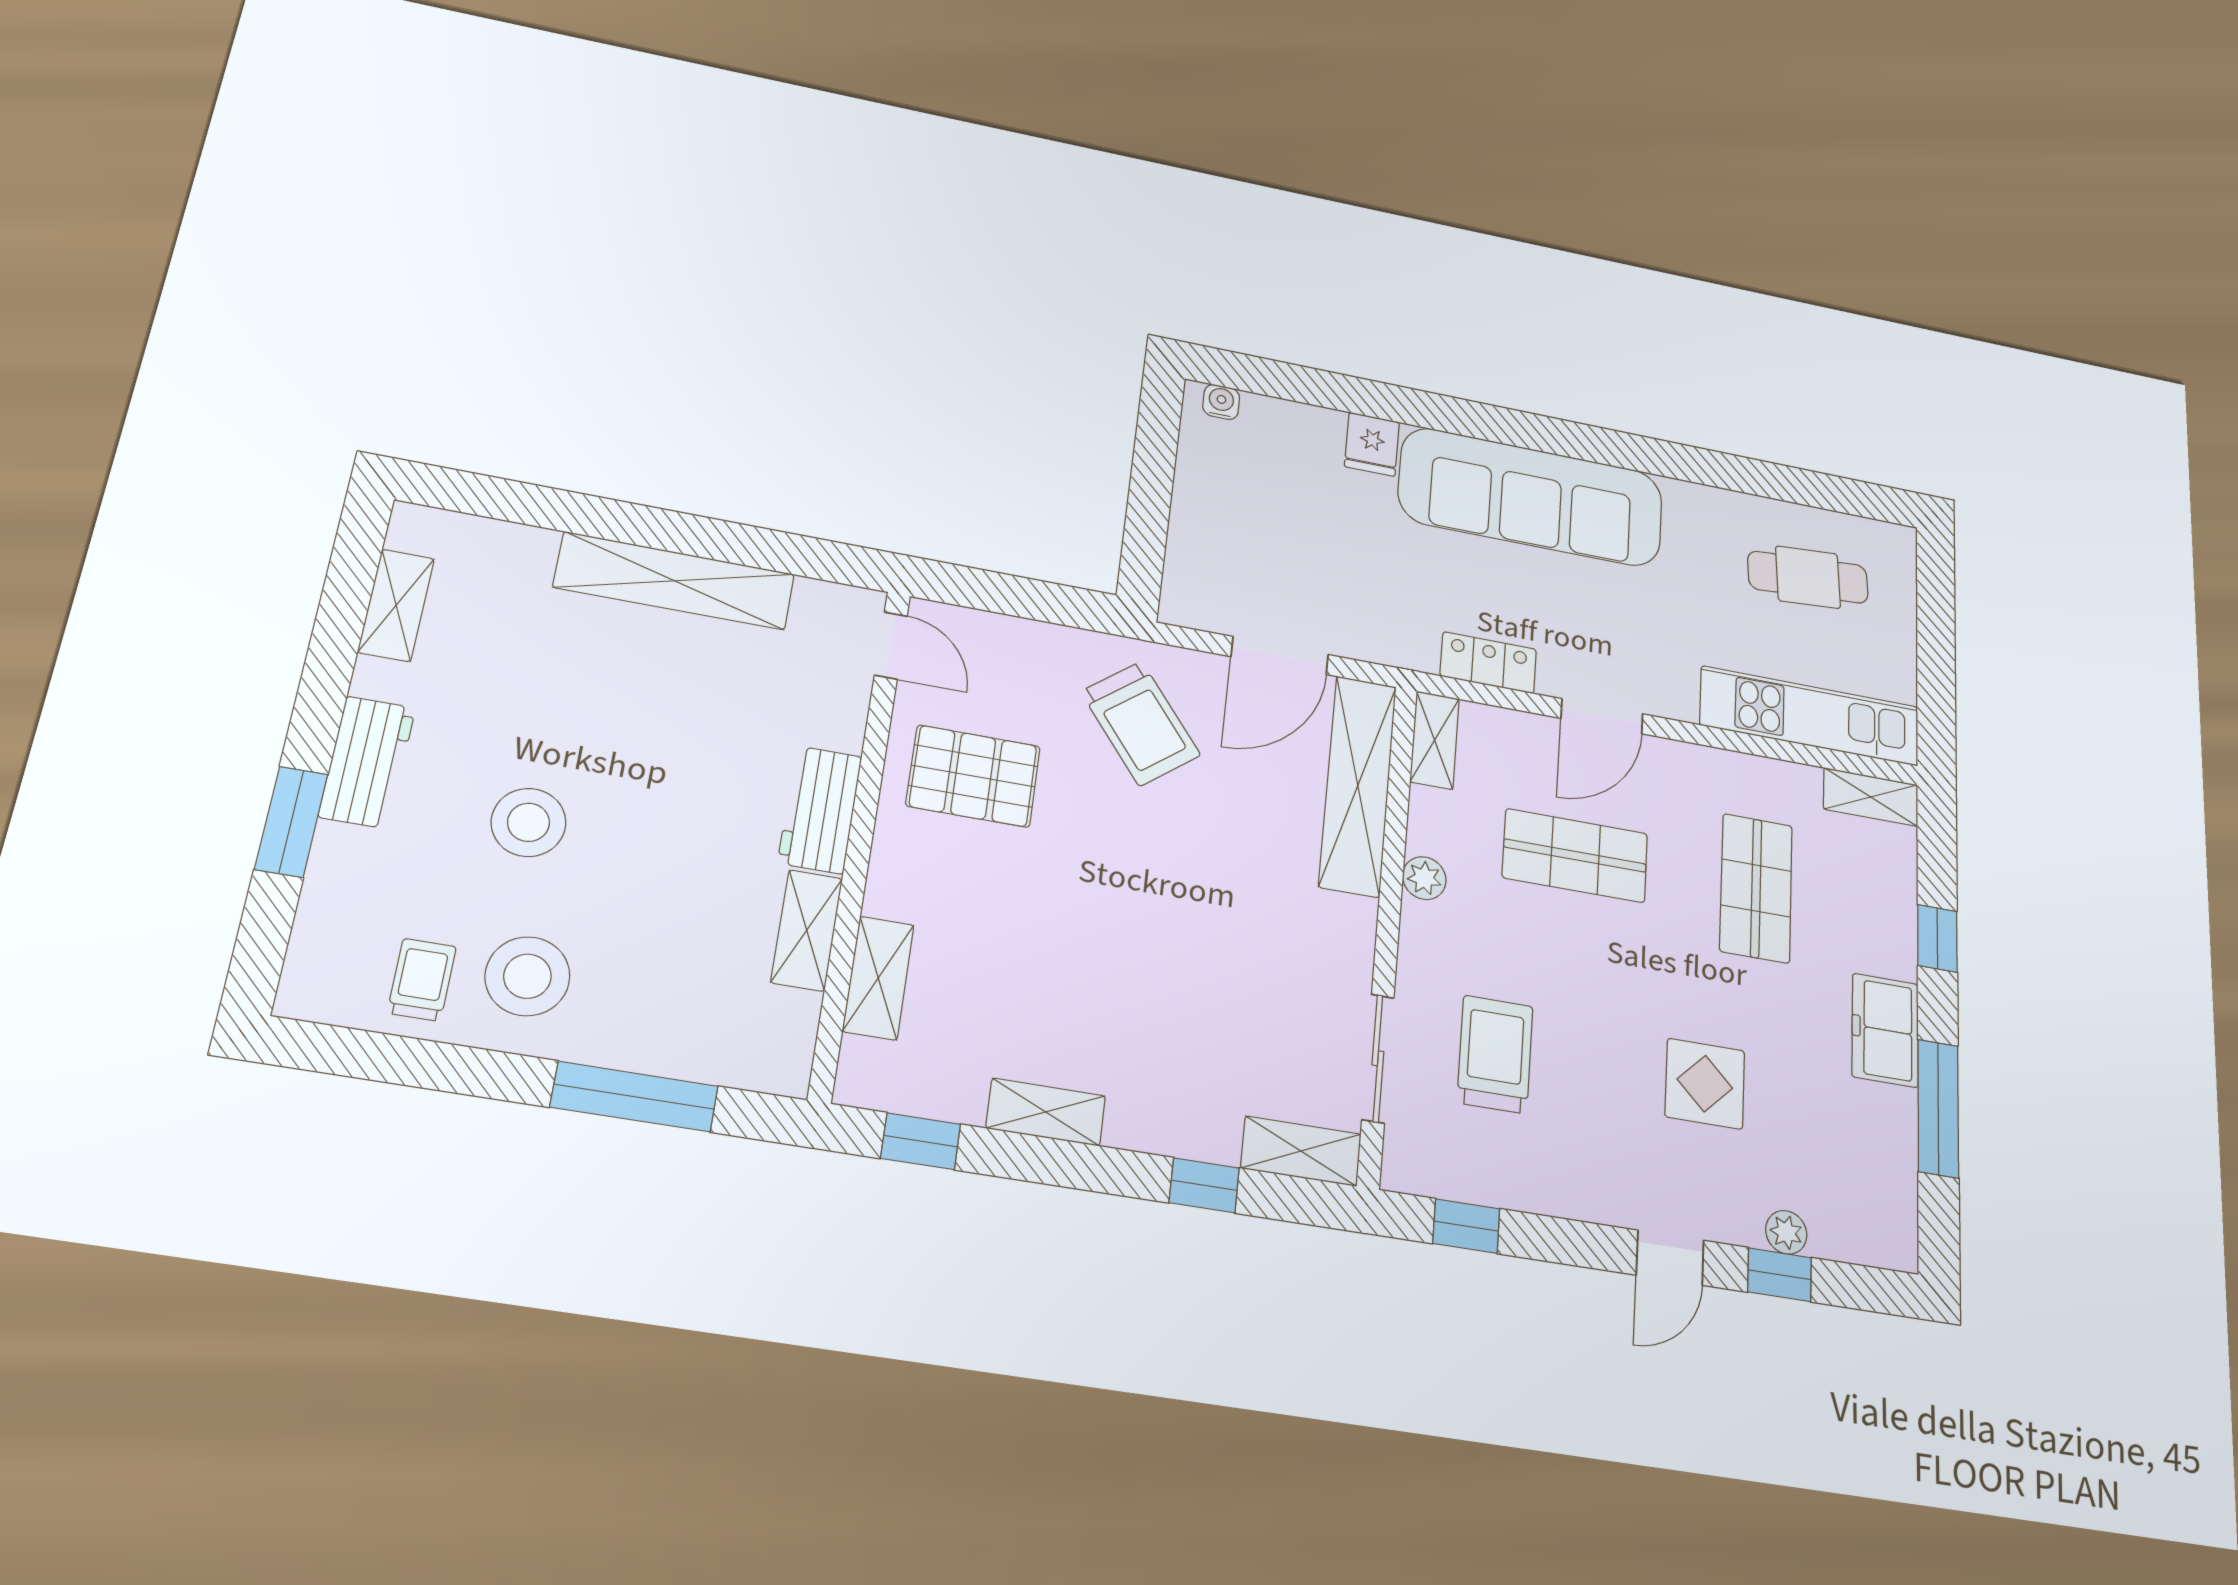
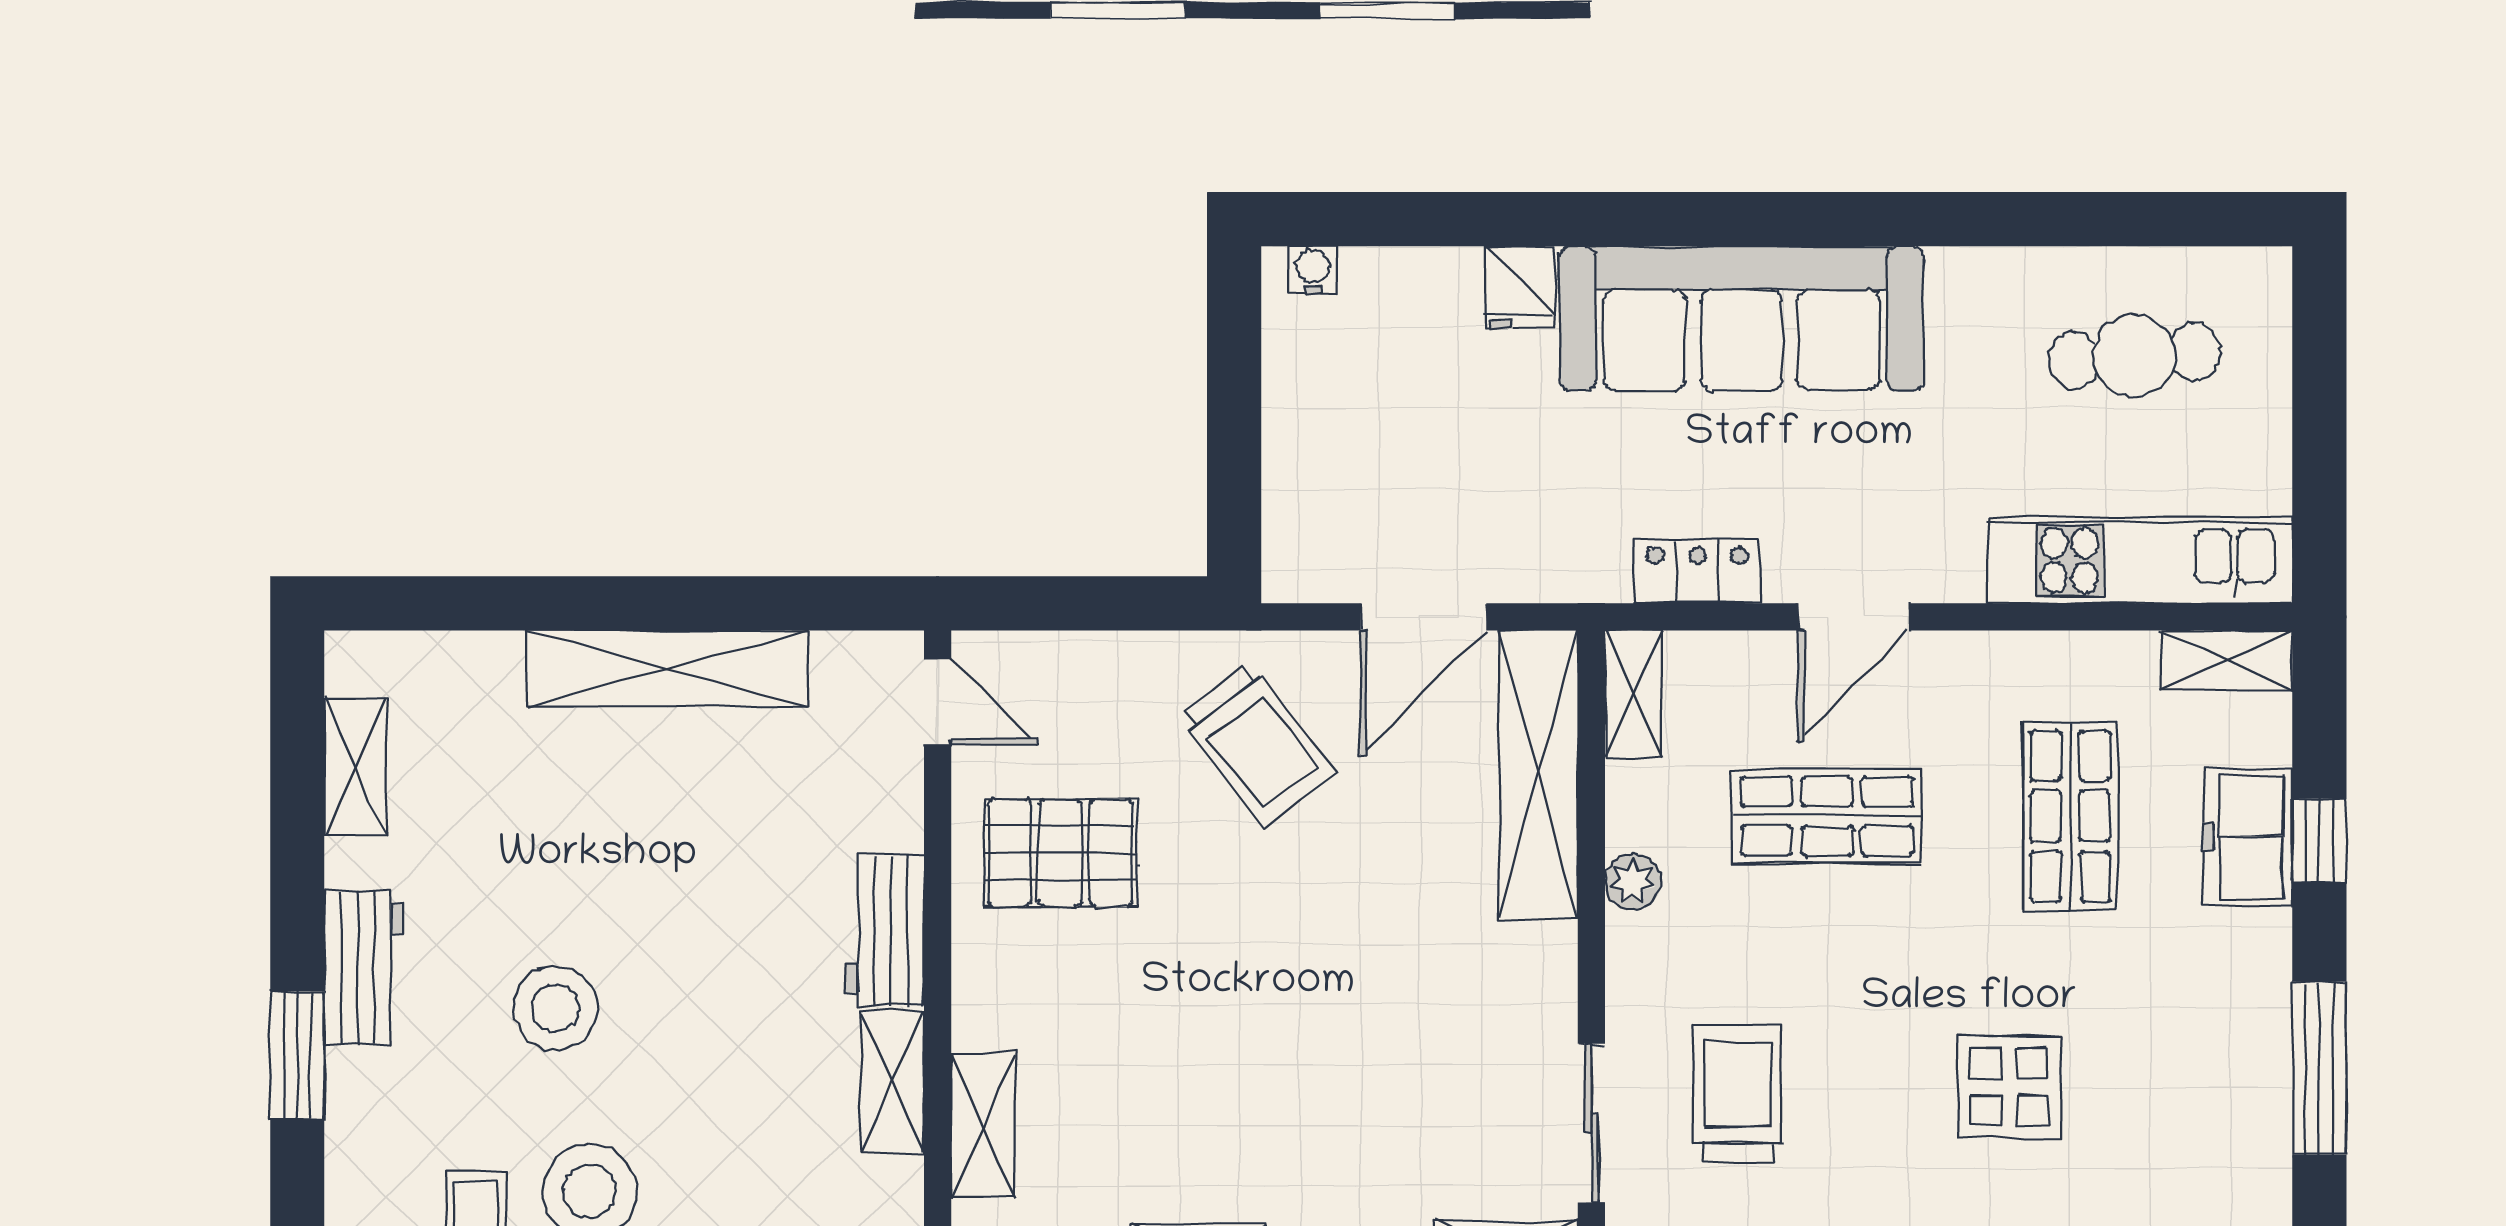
freezer: (1885, 1030) -> (2248, 837), moved

